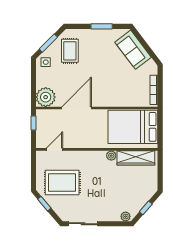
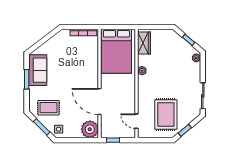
sofa: (133, 50) -> (38, 70), moved, turned -53
wardrobe: (136, 158) -> (144, 43), width x0.67

